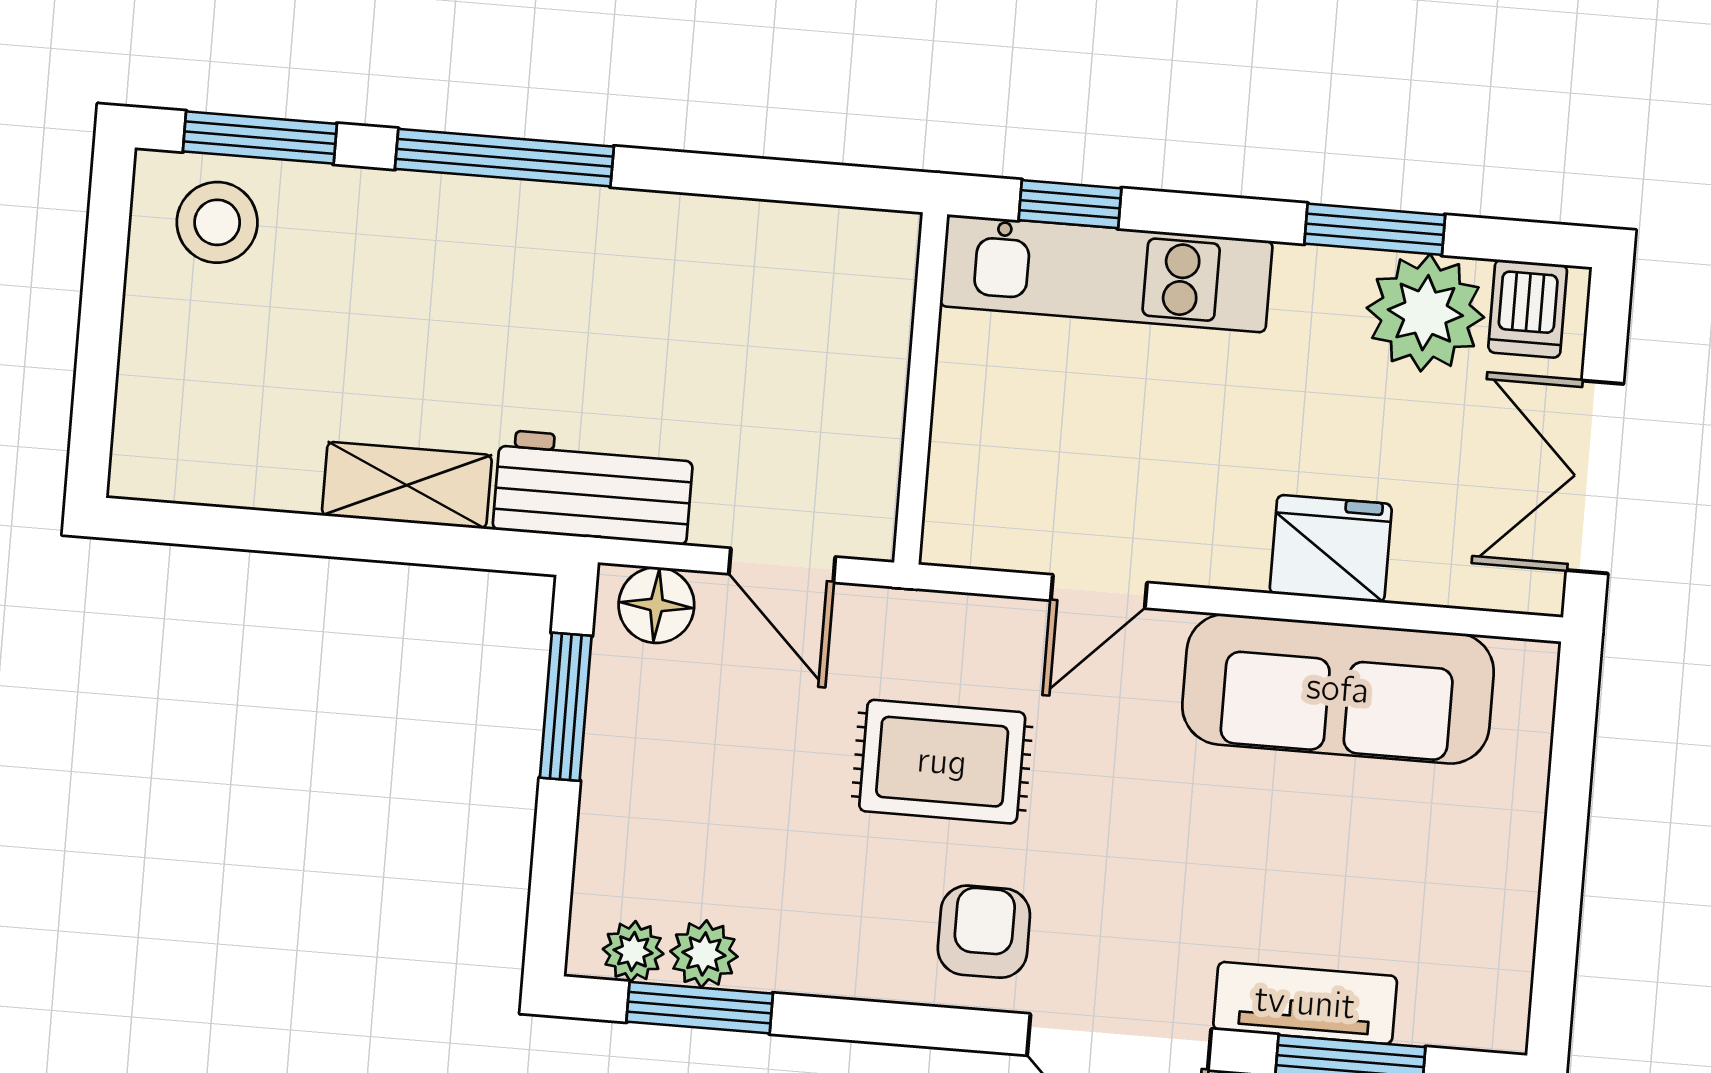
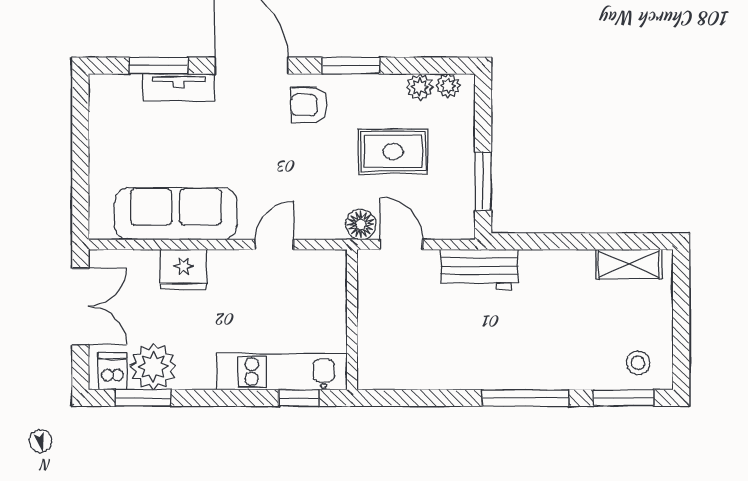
stool: (217, 222) -> (638, 363), width x0.73, depth x0.73
window: (1375, 229) -> (143, 398), moved
shelving: (407, 485) -> (629, 264), moved
floor lamp: (656, 605) -> (361, 225), moved
rug: (942, 762) -> (393, 151), moved
armchair: (984, 932) -> (309, 105), turned 90
window: (700, 1008) -> (351, 66), moved

